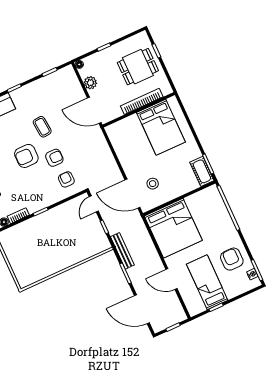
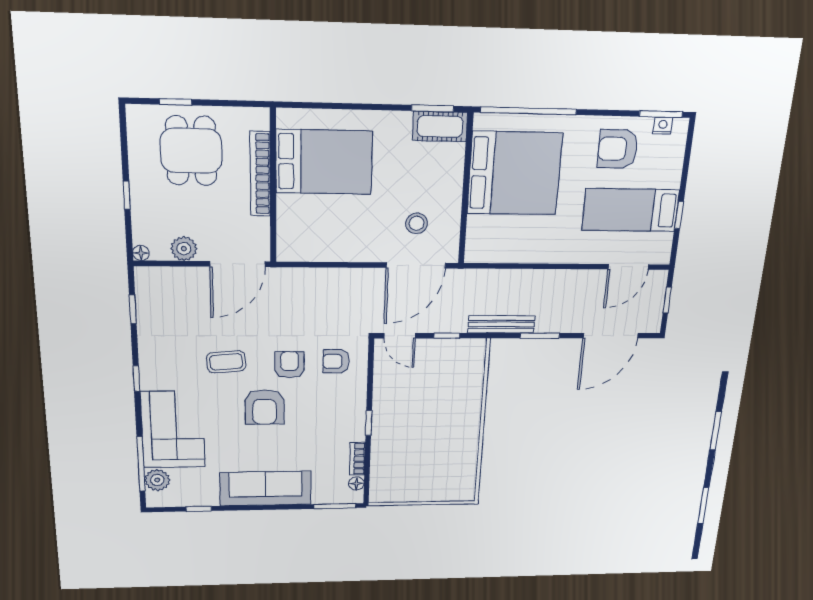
bed: (173, 228) -> (515, 173), moved
door: (171, 279) -> (628, 267), moved

